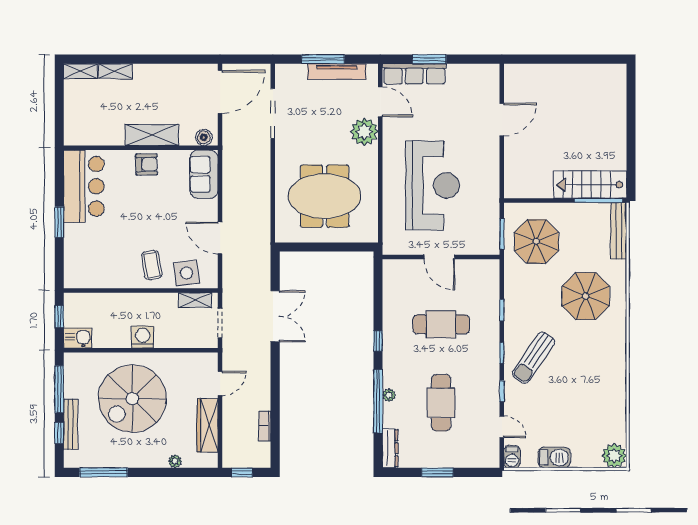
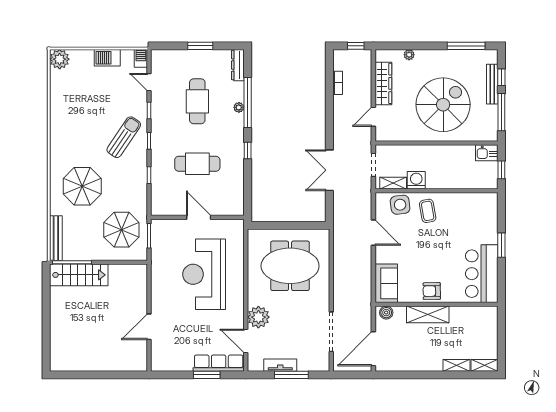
tv unit: (337, 71) -> (280, 365), width x0.71
washing machine: (143, 337) -> (416, 180), moved, turned 180

